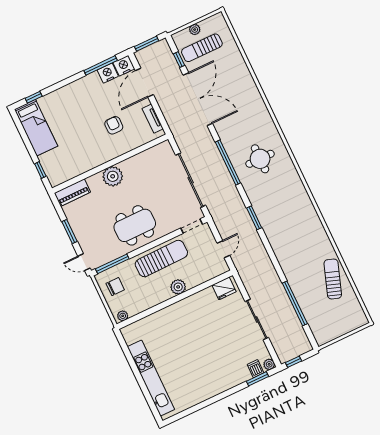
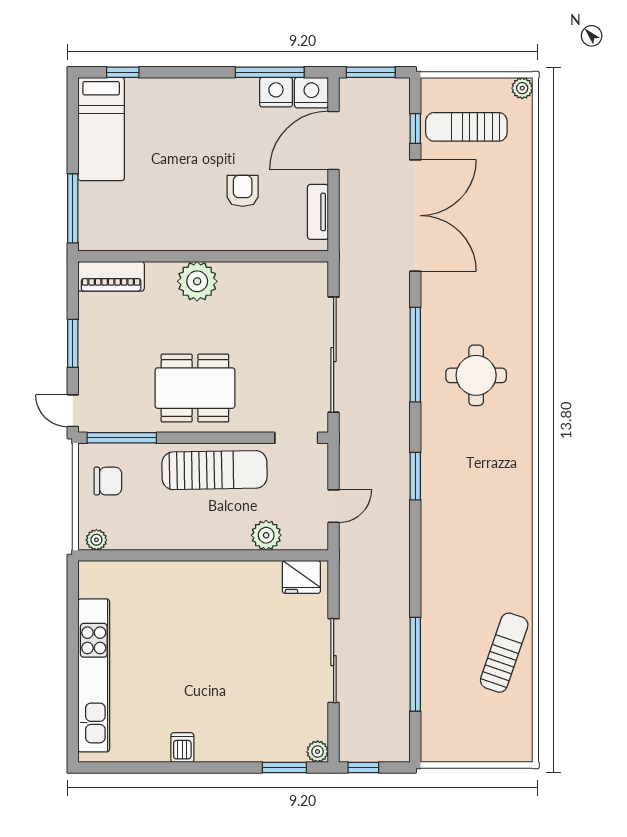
plant: (195, 30) -> (522, 88), moved
window: (40, 170) -> (73, 208), width x2.17
plant: (178, 287) -> (266, 535), moved
dishwasher: (256, 369) -> (182, 748), moved

